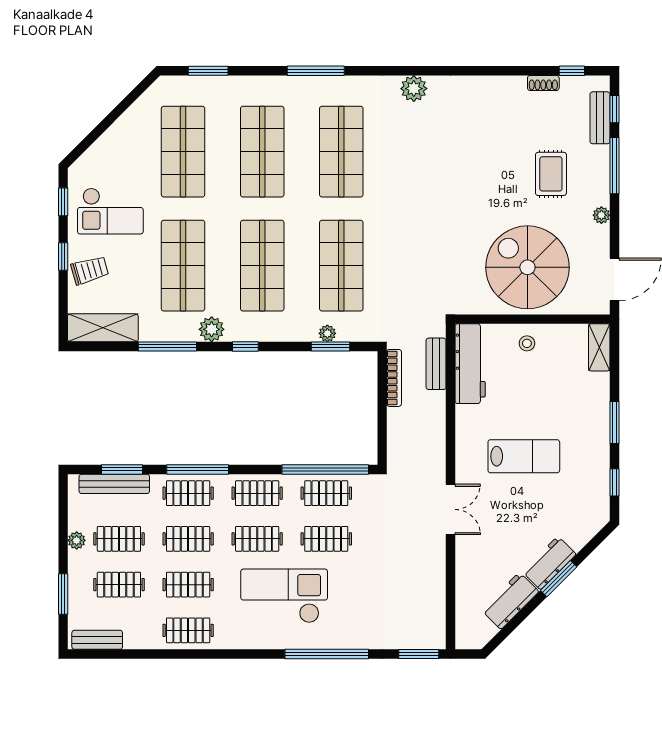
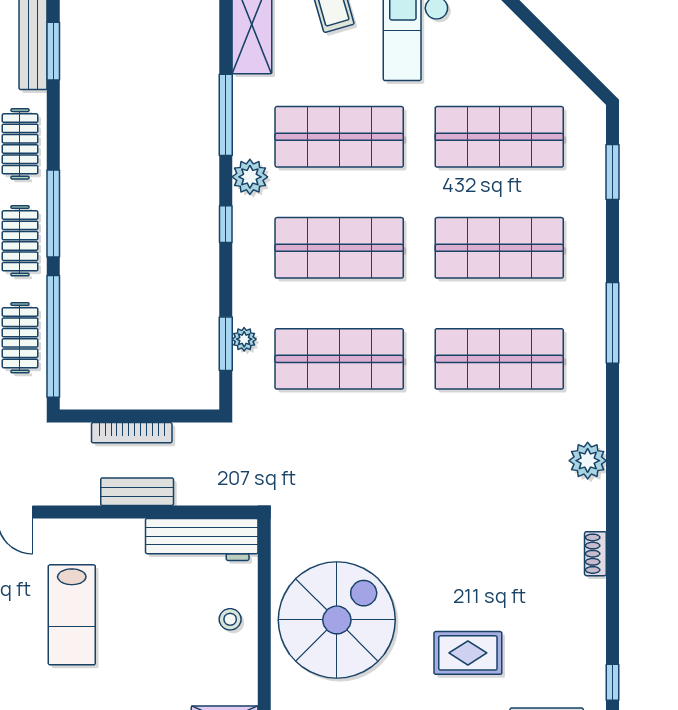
shoe rack: (543, 83) -> (595, 554), moved
bench: (436, 364) -> (137, 492), moved
bookcase: (394, 378) -> (132, 433), moved
window: (198, 469) -> (53, 213), moved

